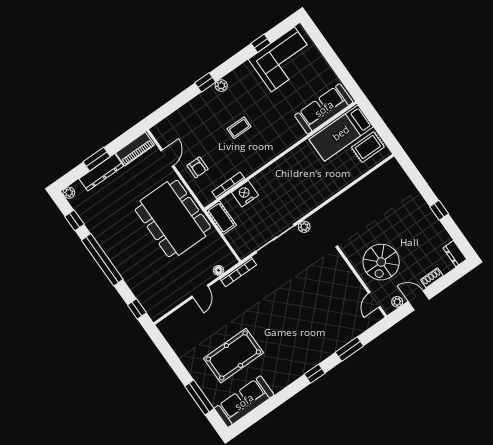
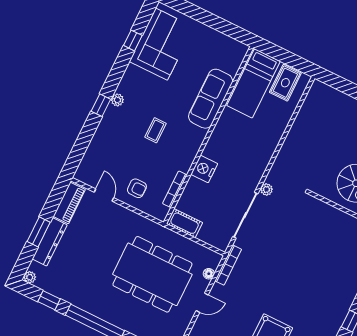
sofa: (324, 109) -> (211, 99), moved
nightstand: (245, 194) -> (204, 169), moved
dining table: (173, 219) -> (152, 274), moved
door: (200, 291) -> (202, 303), hinge flipped

